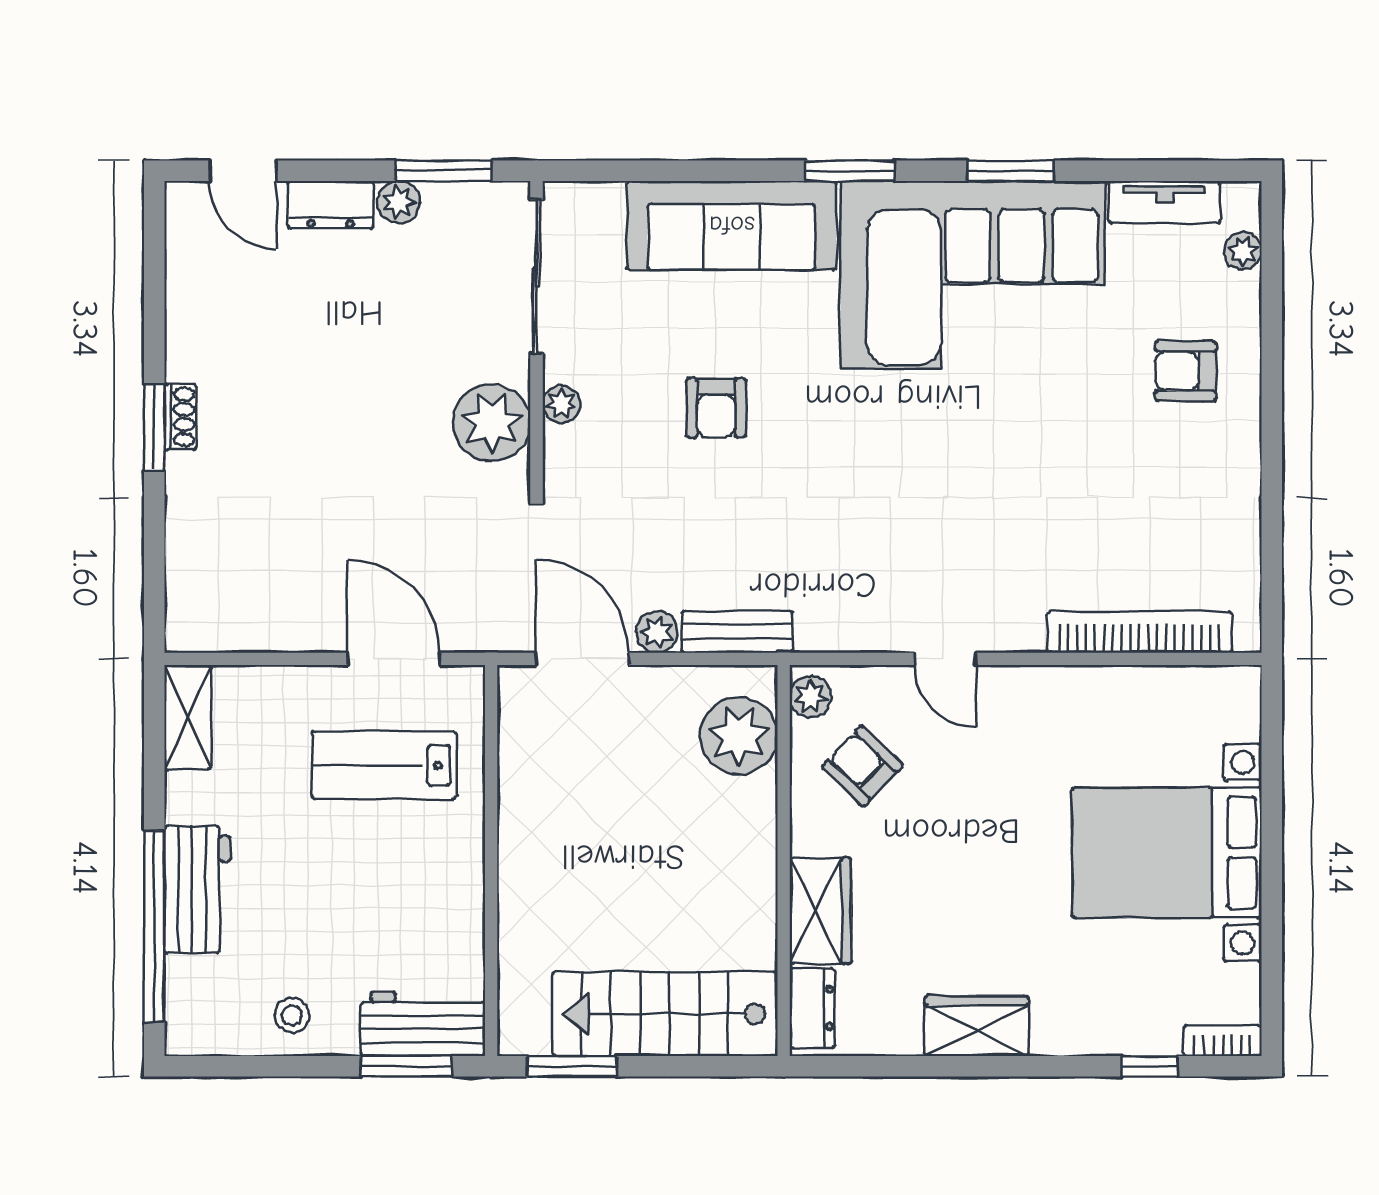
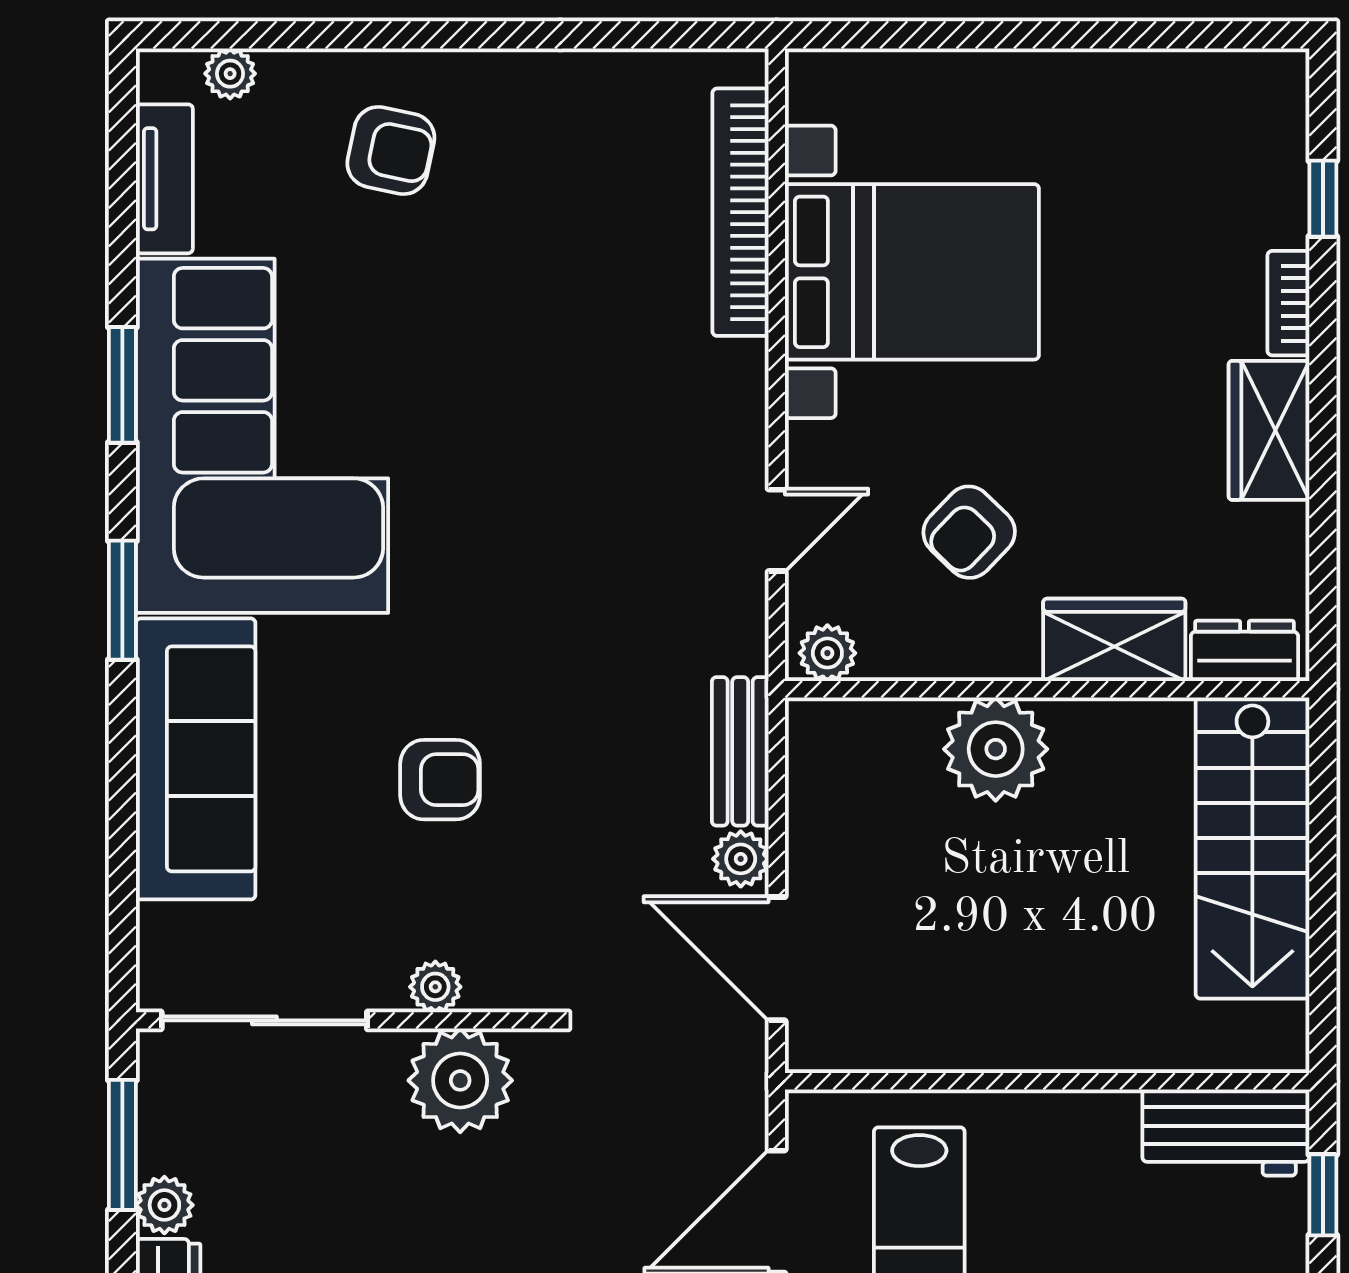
armchair: (1185, 371) -> (391, 150), turned -78
door: (582, 659) -> (777, 959), hinge flipped
door: (945, 659) -> (777, 530), moved
plant: (739, 736) -> (996, 749), moved
armchair: (862, 766) -> (969, 532), moved
bed with nightstands: (1167, 853) -> (912, 272), moved, turned -90
workbench: (423, 1024) -> (1226, 1132), moved, turned -90
bookcase: (1223, 1041) -> (1288, 303), moved
window: (406, 1066) -> (1323, 1195), width x0.67
window: (572, 1066) -> (1323, 973), removed

